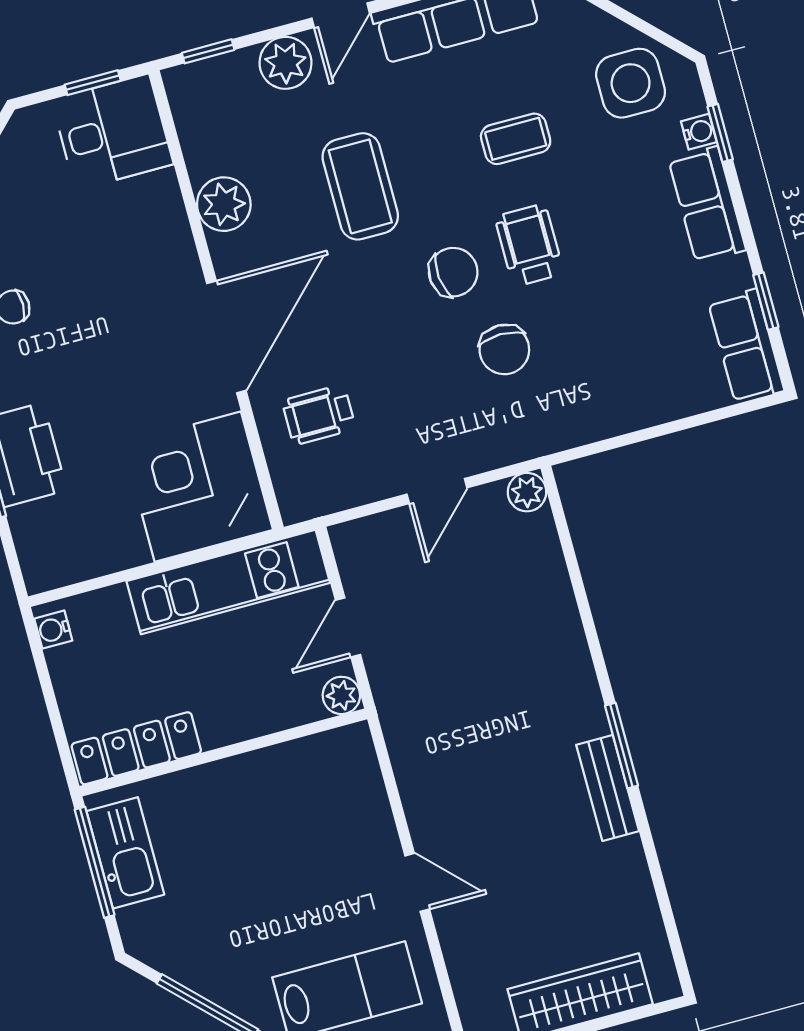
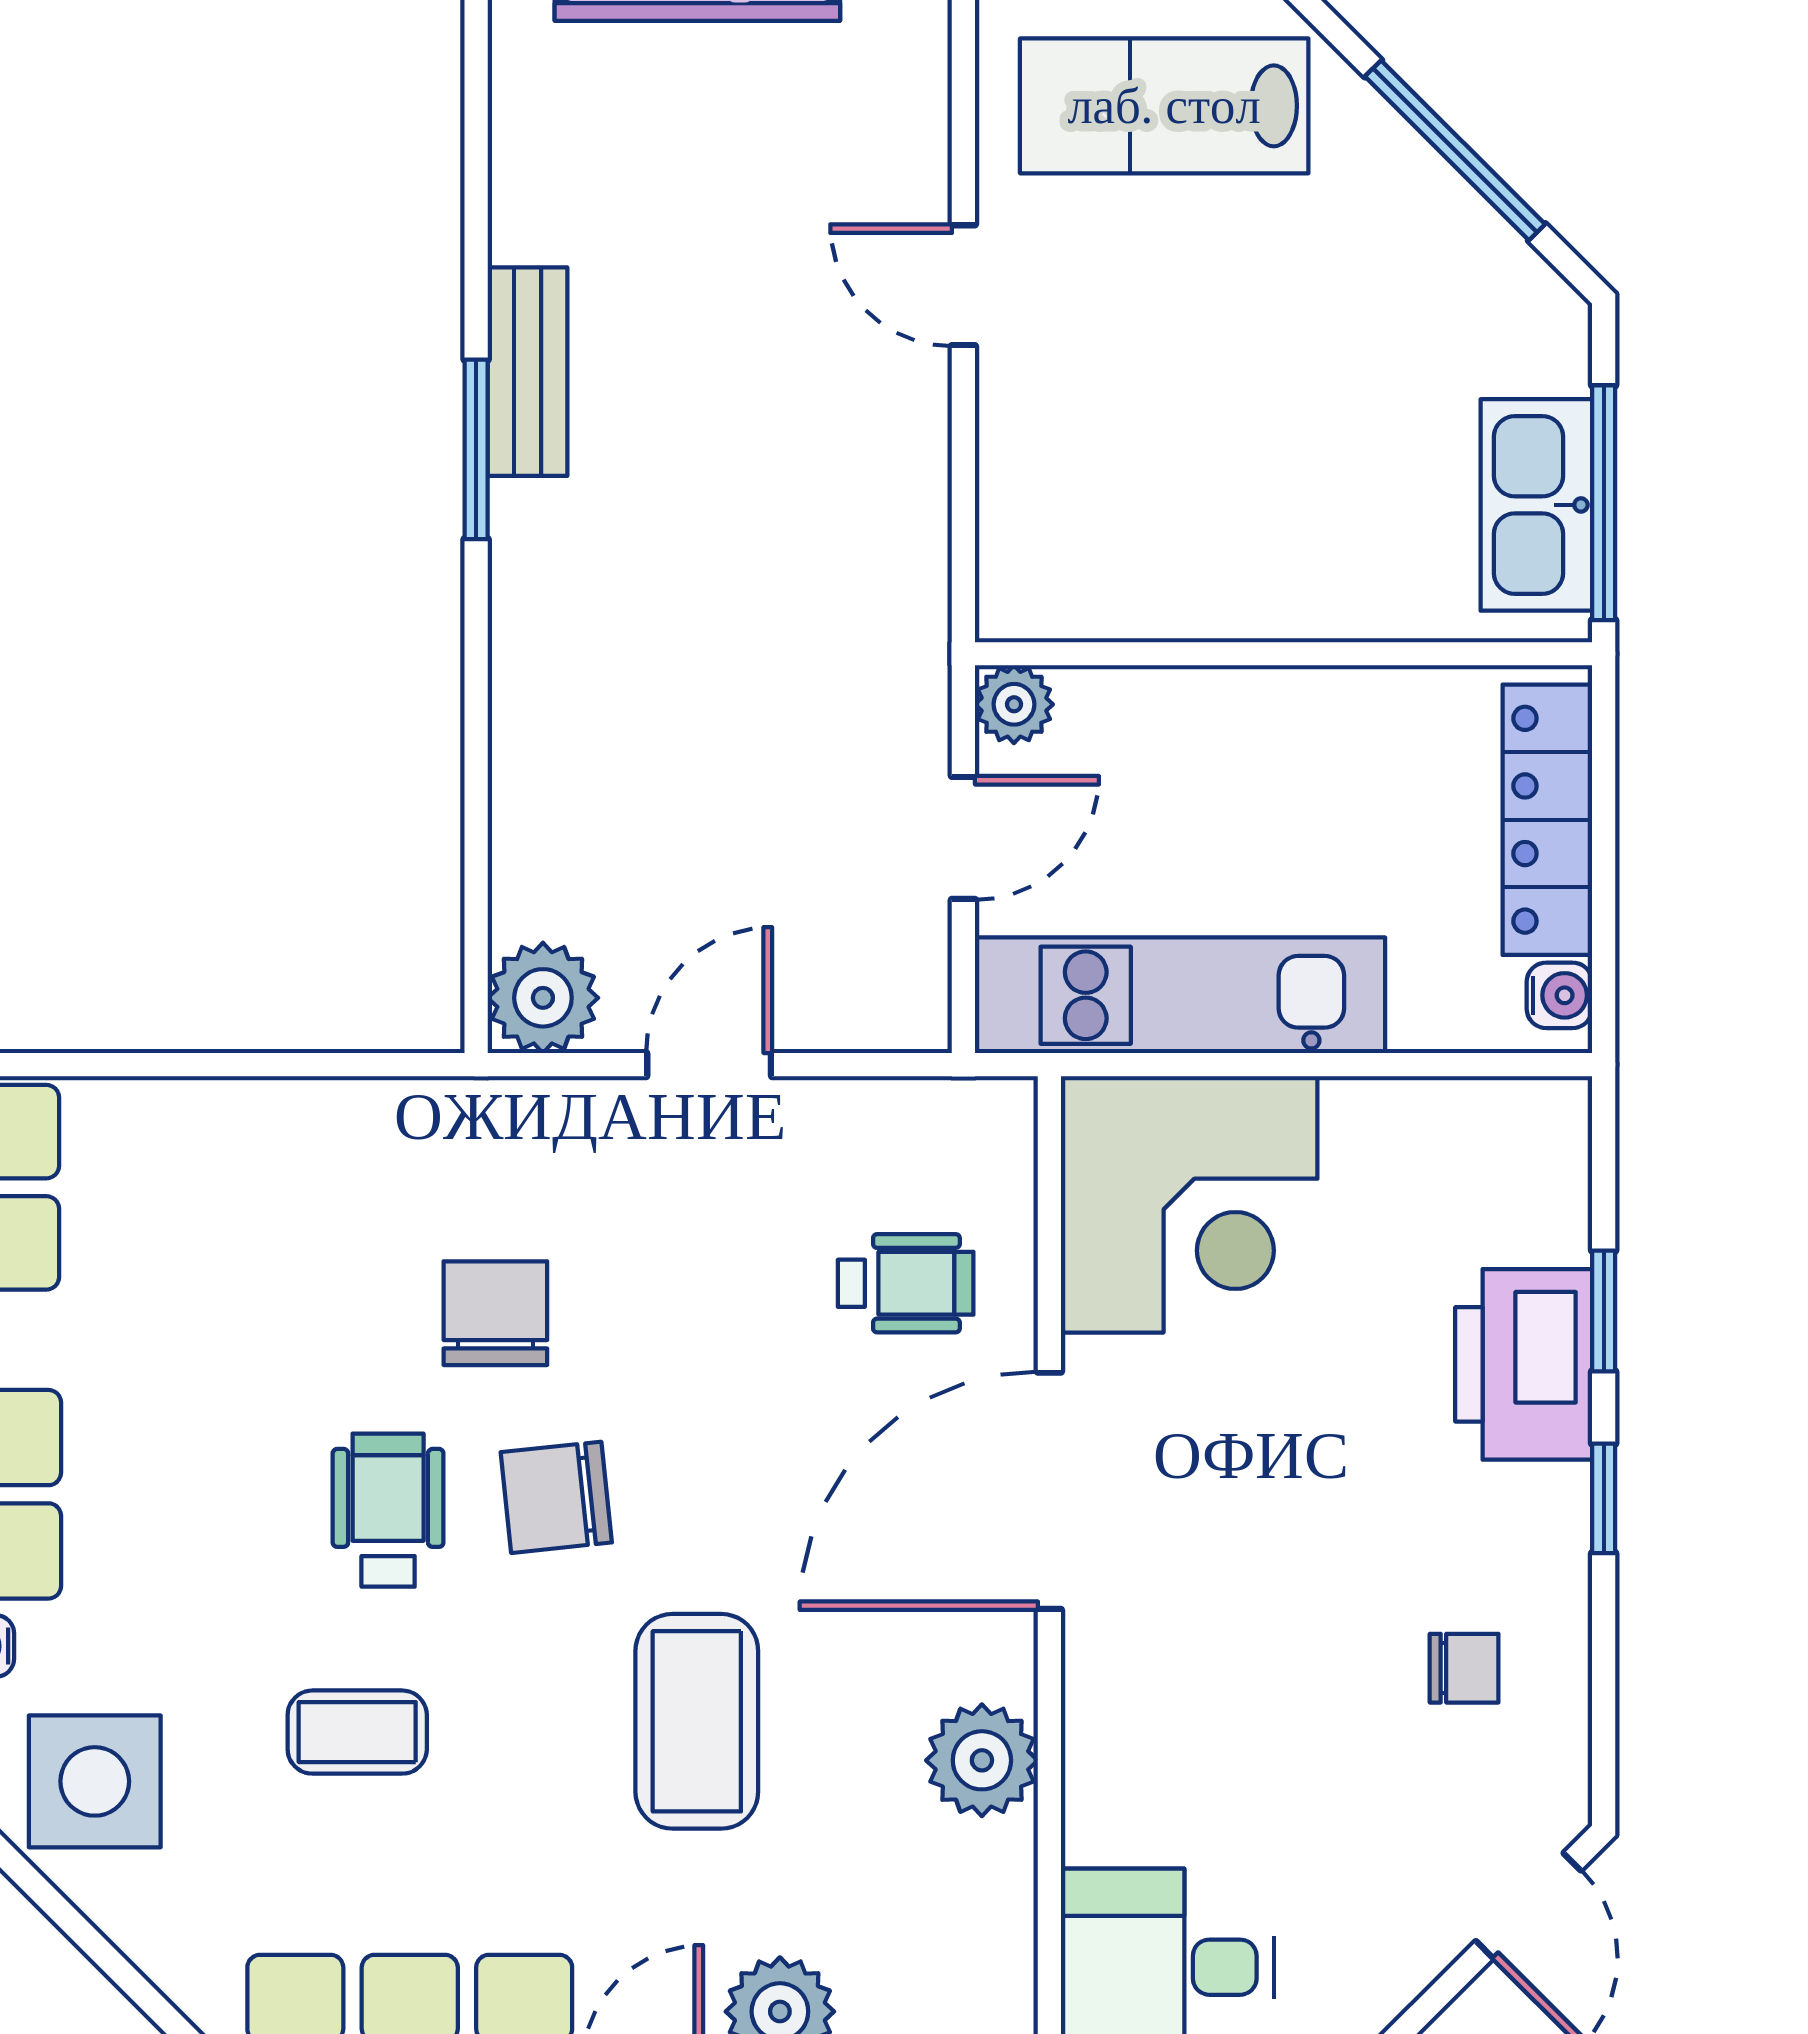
wheelchair: (529, 245) -> (388, 1510), turned 180
plant: (527, 492) -> (543, 998), width x1.38, depth x1.38
locker: (136, 748) -> (1547, 820), moved, turned 90

